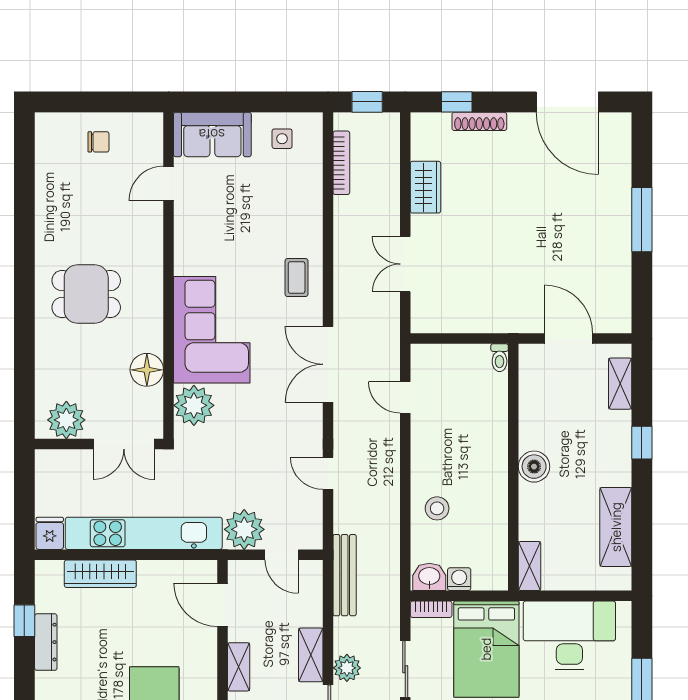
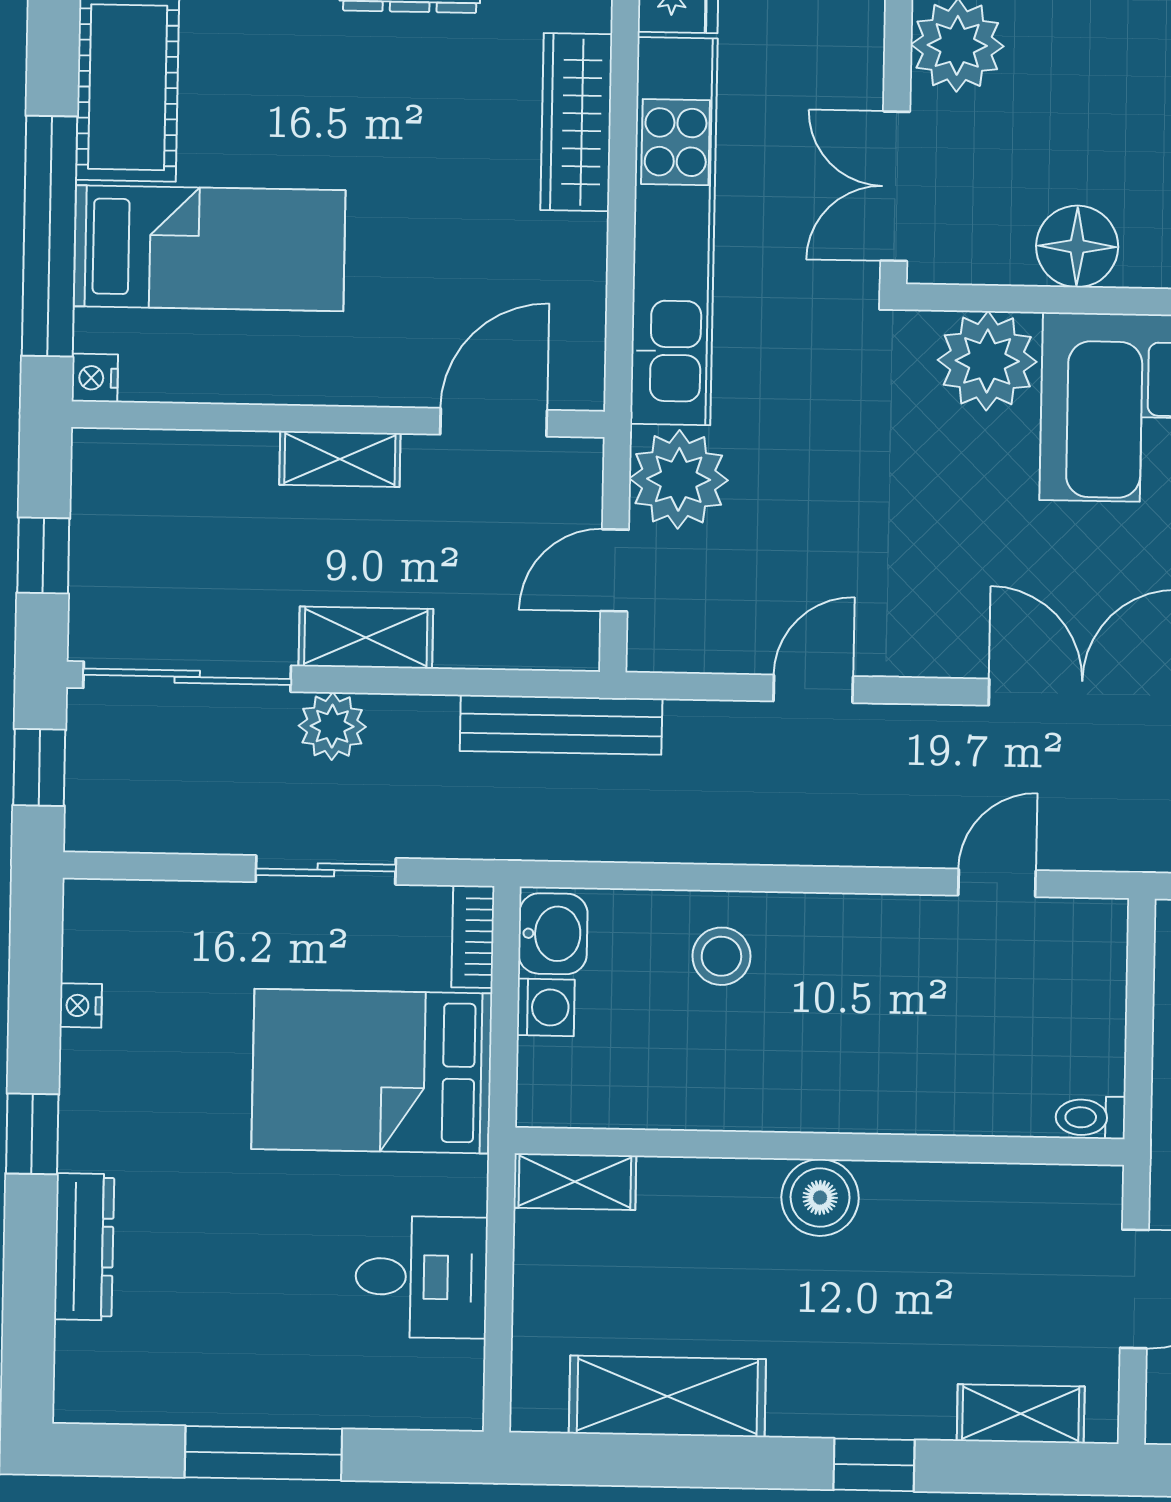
desk: (569, 635) -> (421, 1277), width x0.53, depth x0.77

